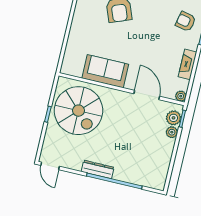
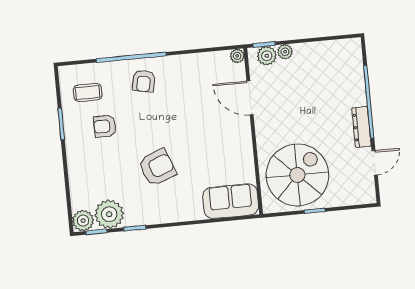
fireplace: (187, 64) -> (196, 61), removed
sofa: (105, 71) -> (231, 201), moved, turned 90
door: (147, 95) -> (250, 98), hinge flipped
door: (50, 166) -> (375, 163), moved

